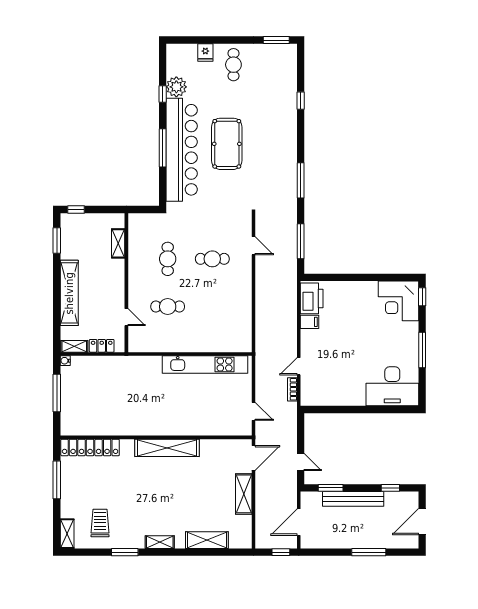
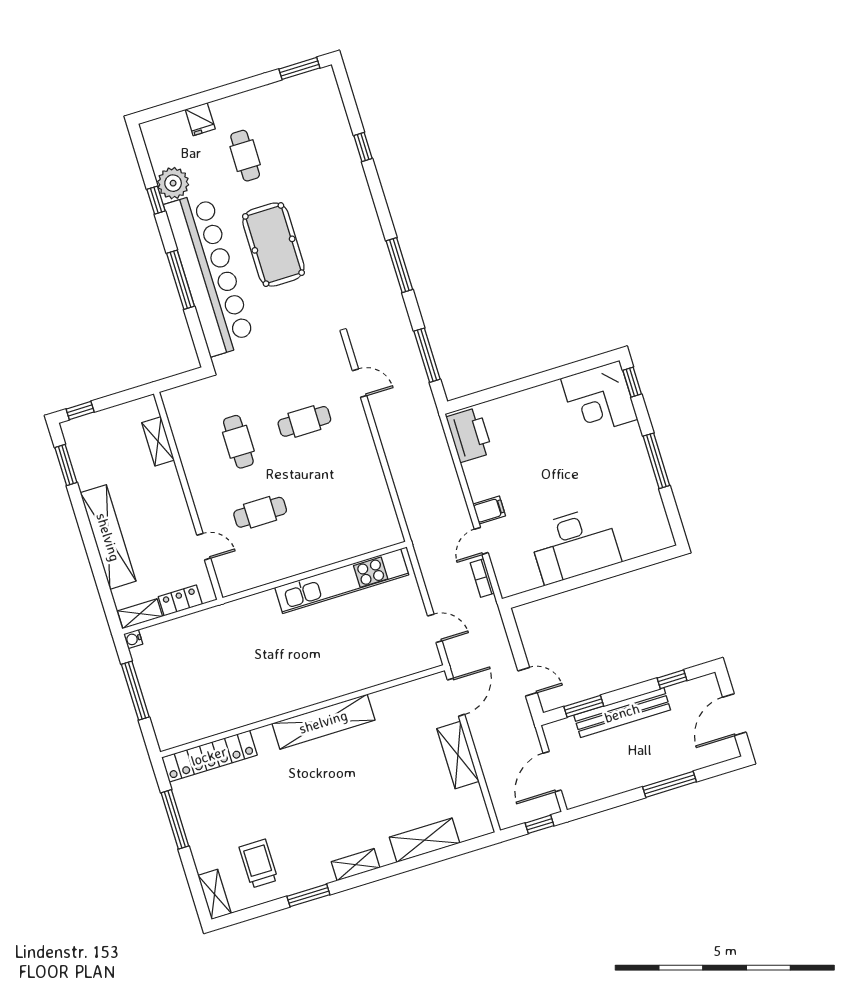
cafe table: (233, 65) -> (245, 156), moved
filing cabinet: (309, 322) -> (489, 510), moved
desk: (392, 386) -> (574, 545), moved

